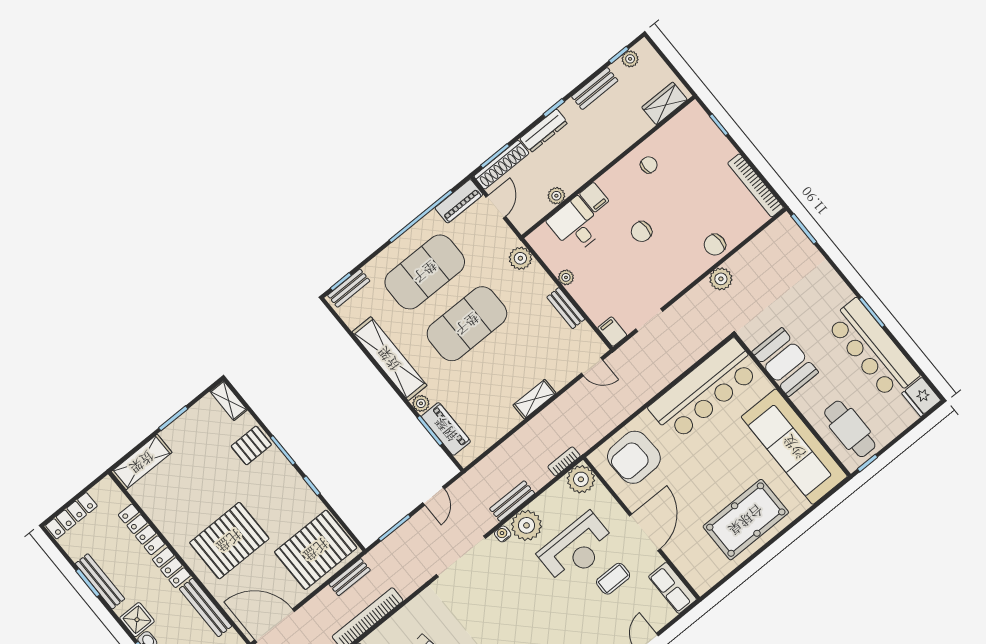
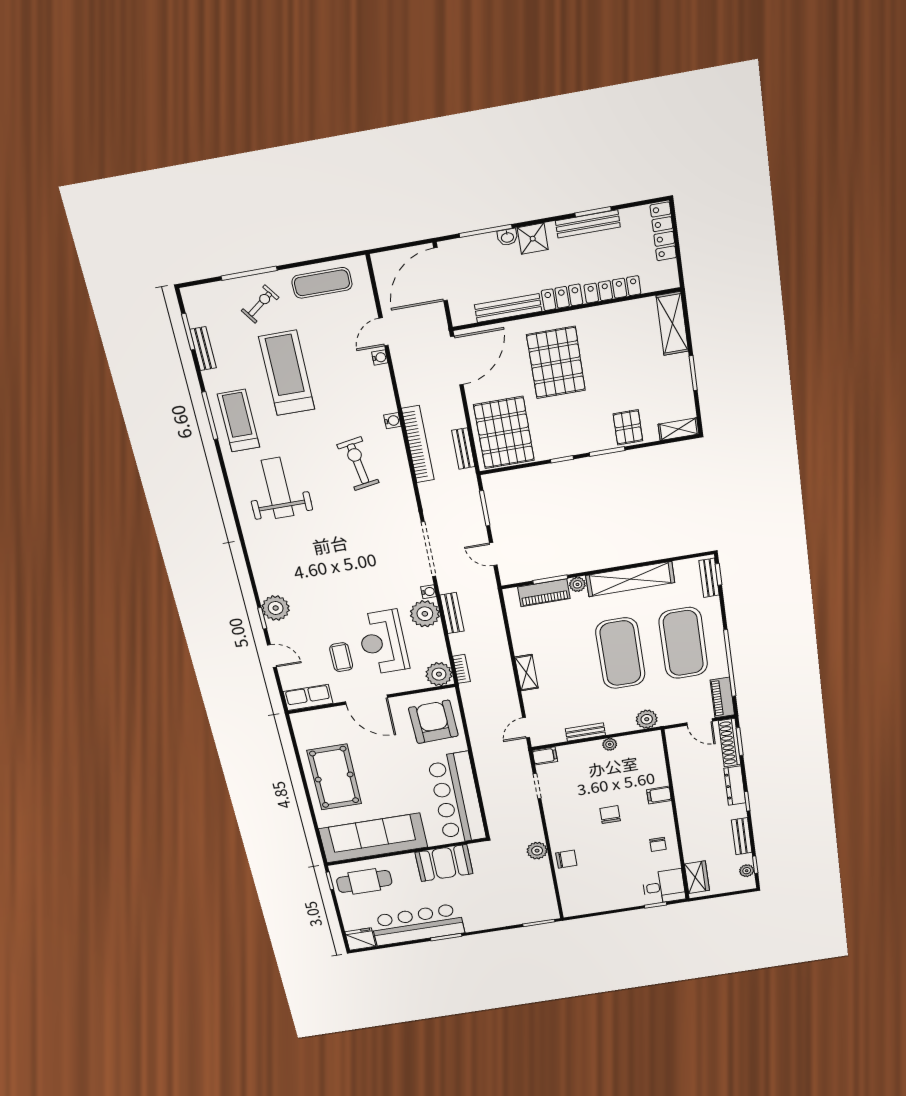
bookcase: (755, 185) -> (593, 907), removed
plant: (556, 196) -> (678, 769), removed
desk: (576, 225) -> (664, 887), moved
chair: (715, 245) -> (566, 859), turned 90

